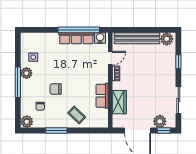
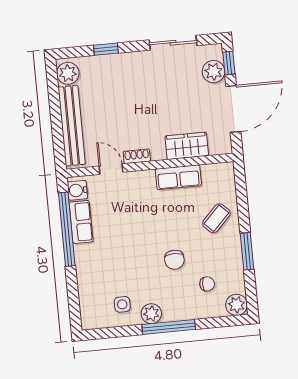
row of seats: (76, 38) -> (81, 222), width x0.68

